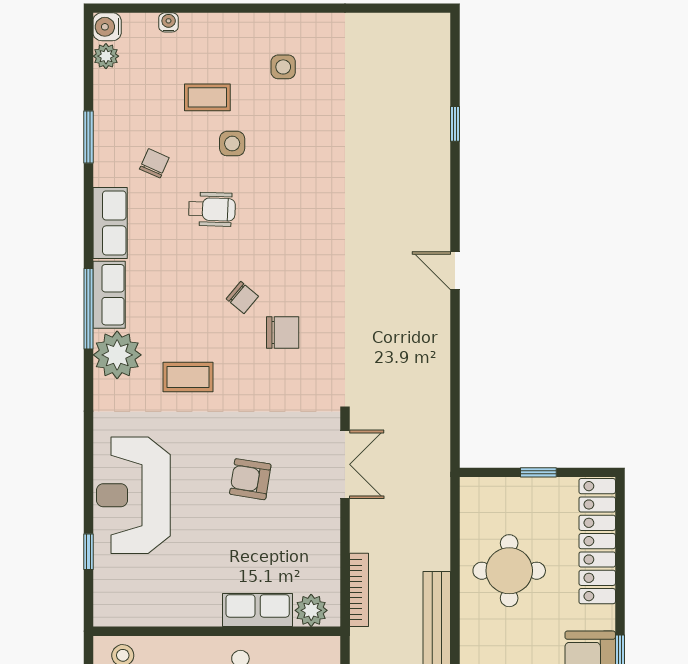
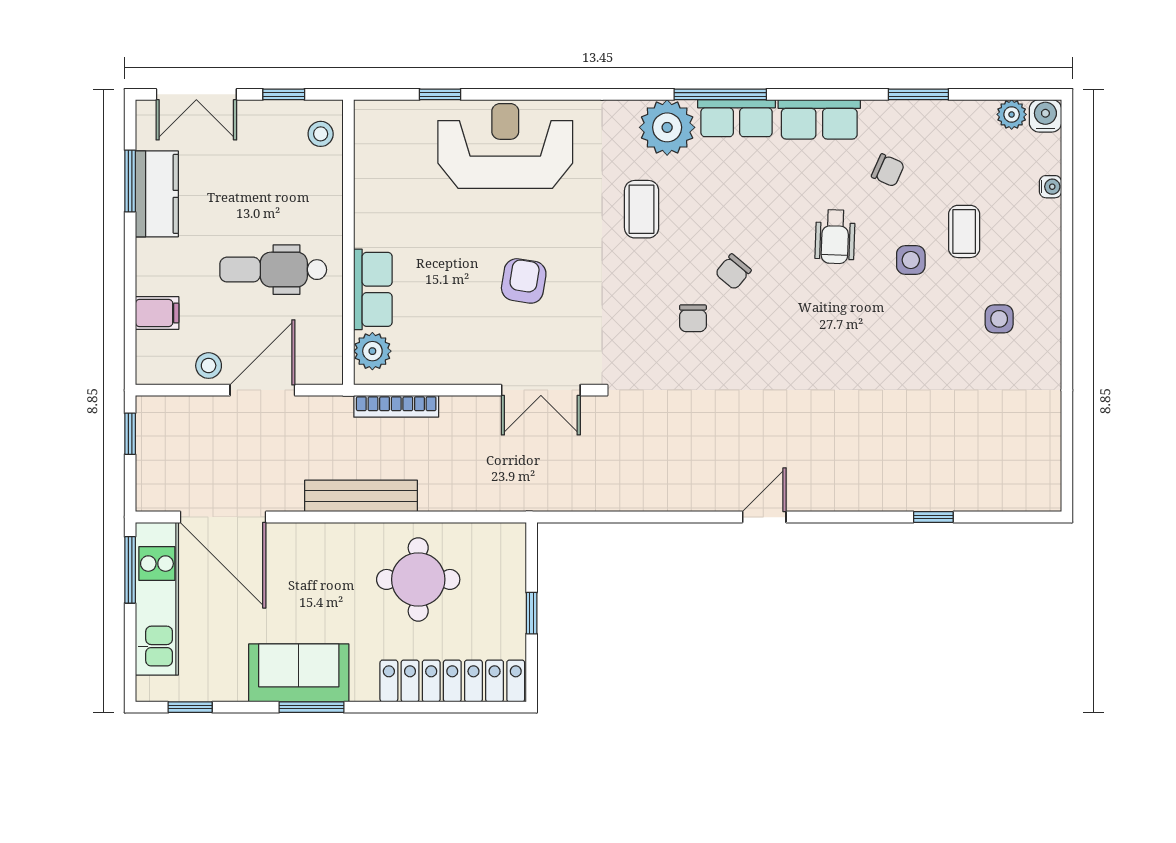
chair: (283, 332) -> (693, 318), width x0.73, depth x0.73

